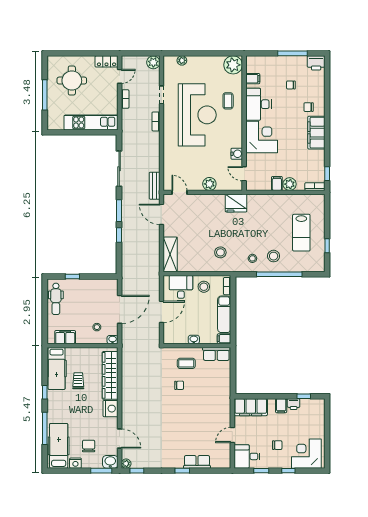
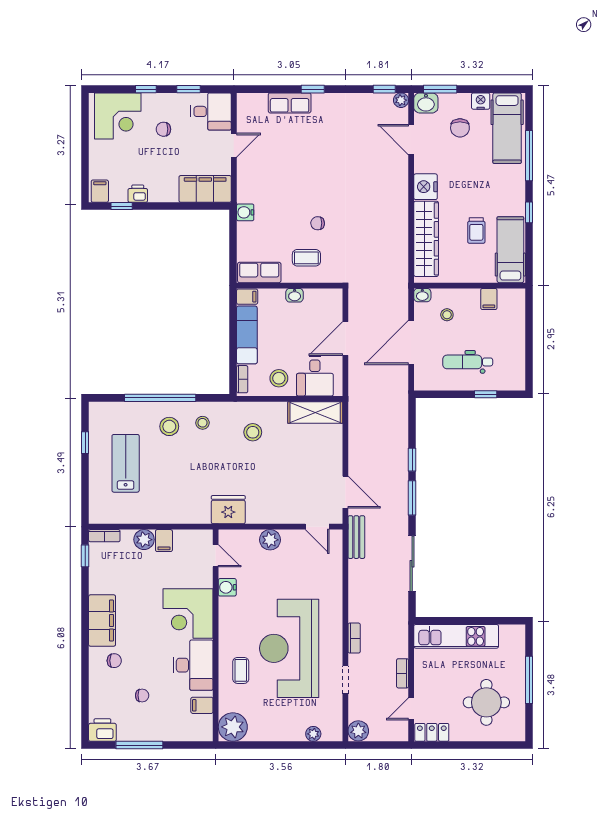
shelving: (170, 254) -> (315, 413), moved, turned 90
dental chair: (56, 299) -> (468, 362), moved, turned -90
filing cabinet: (65, 337) -> (489, 299), width x0.50
water cooler: (225, 392) -> (245, 212), added
filing cabinet: (281, 406) -> (100, 191), moved

